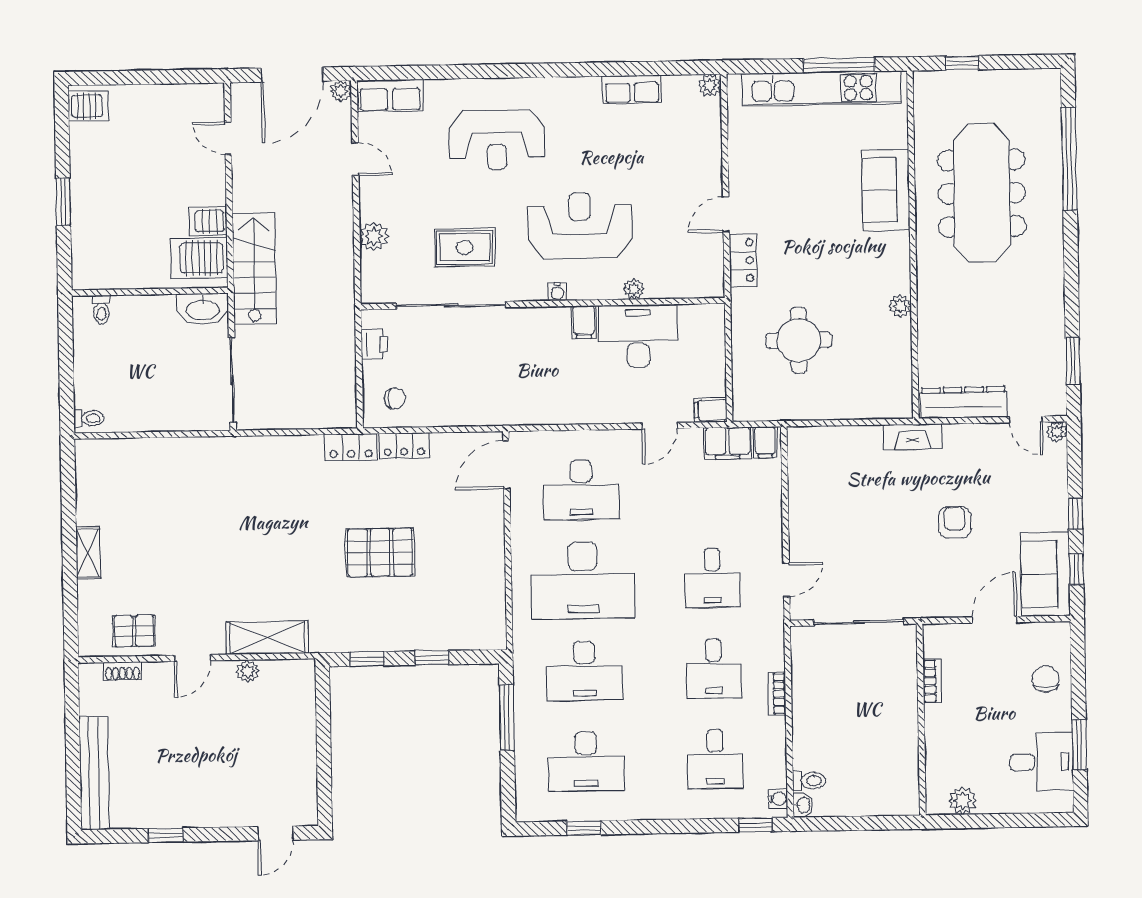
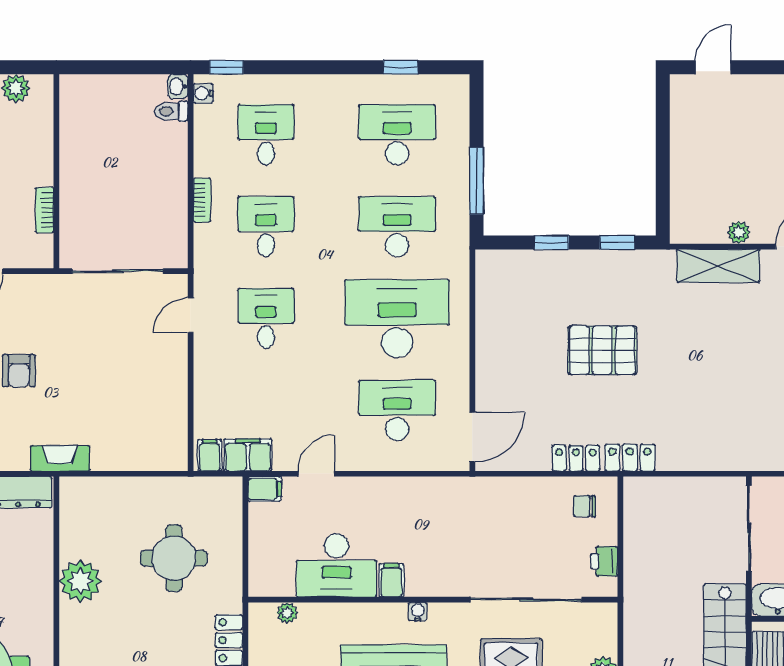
plant: (634, 289) -> (287, 613), moved
plant: (900, 306) -> (80, 581), width x1.87, depth x1.87

